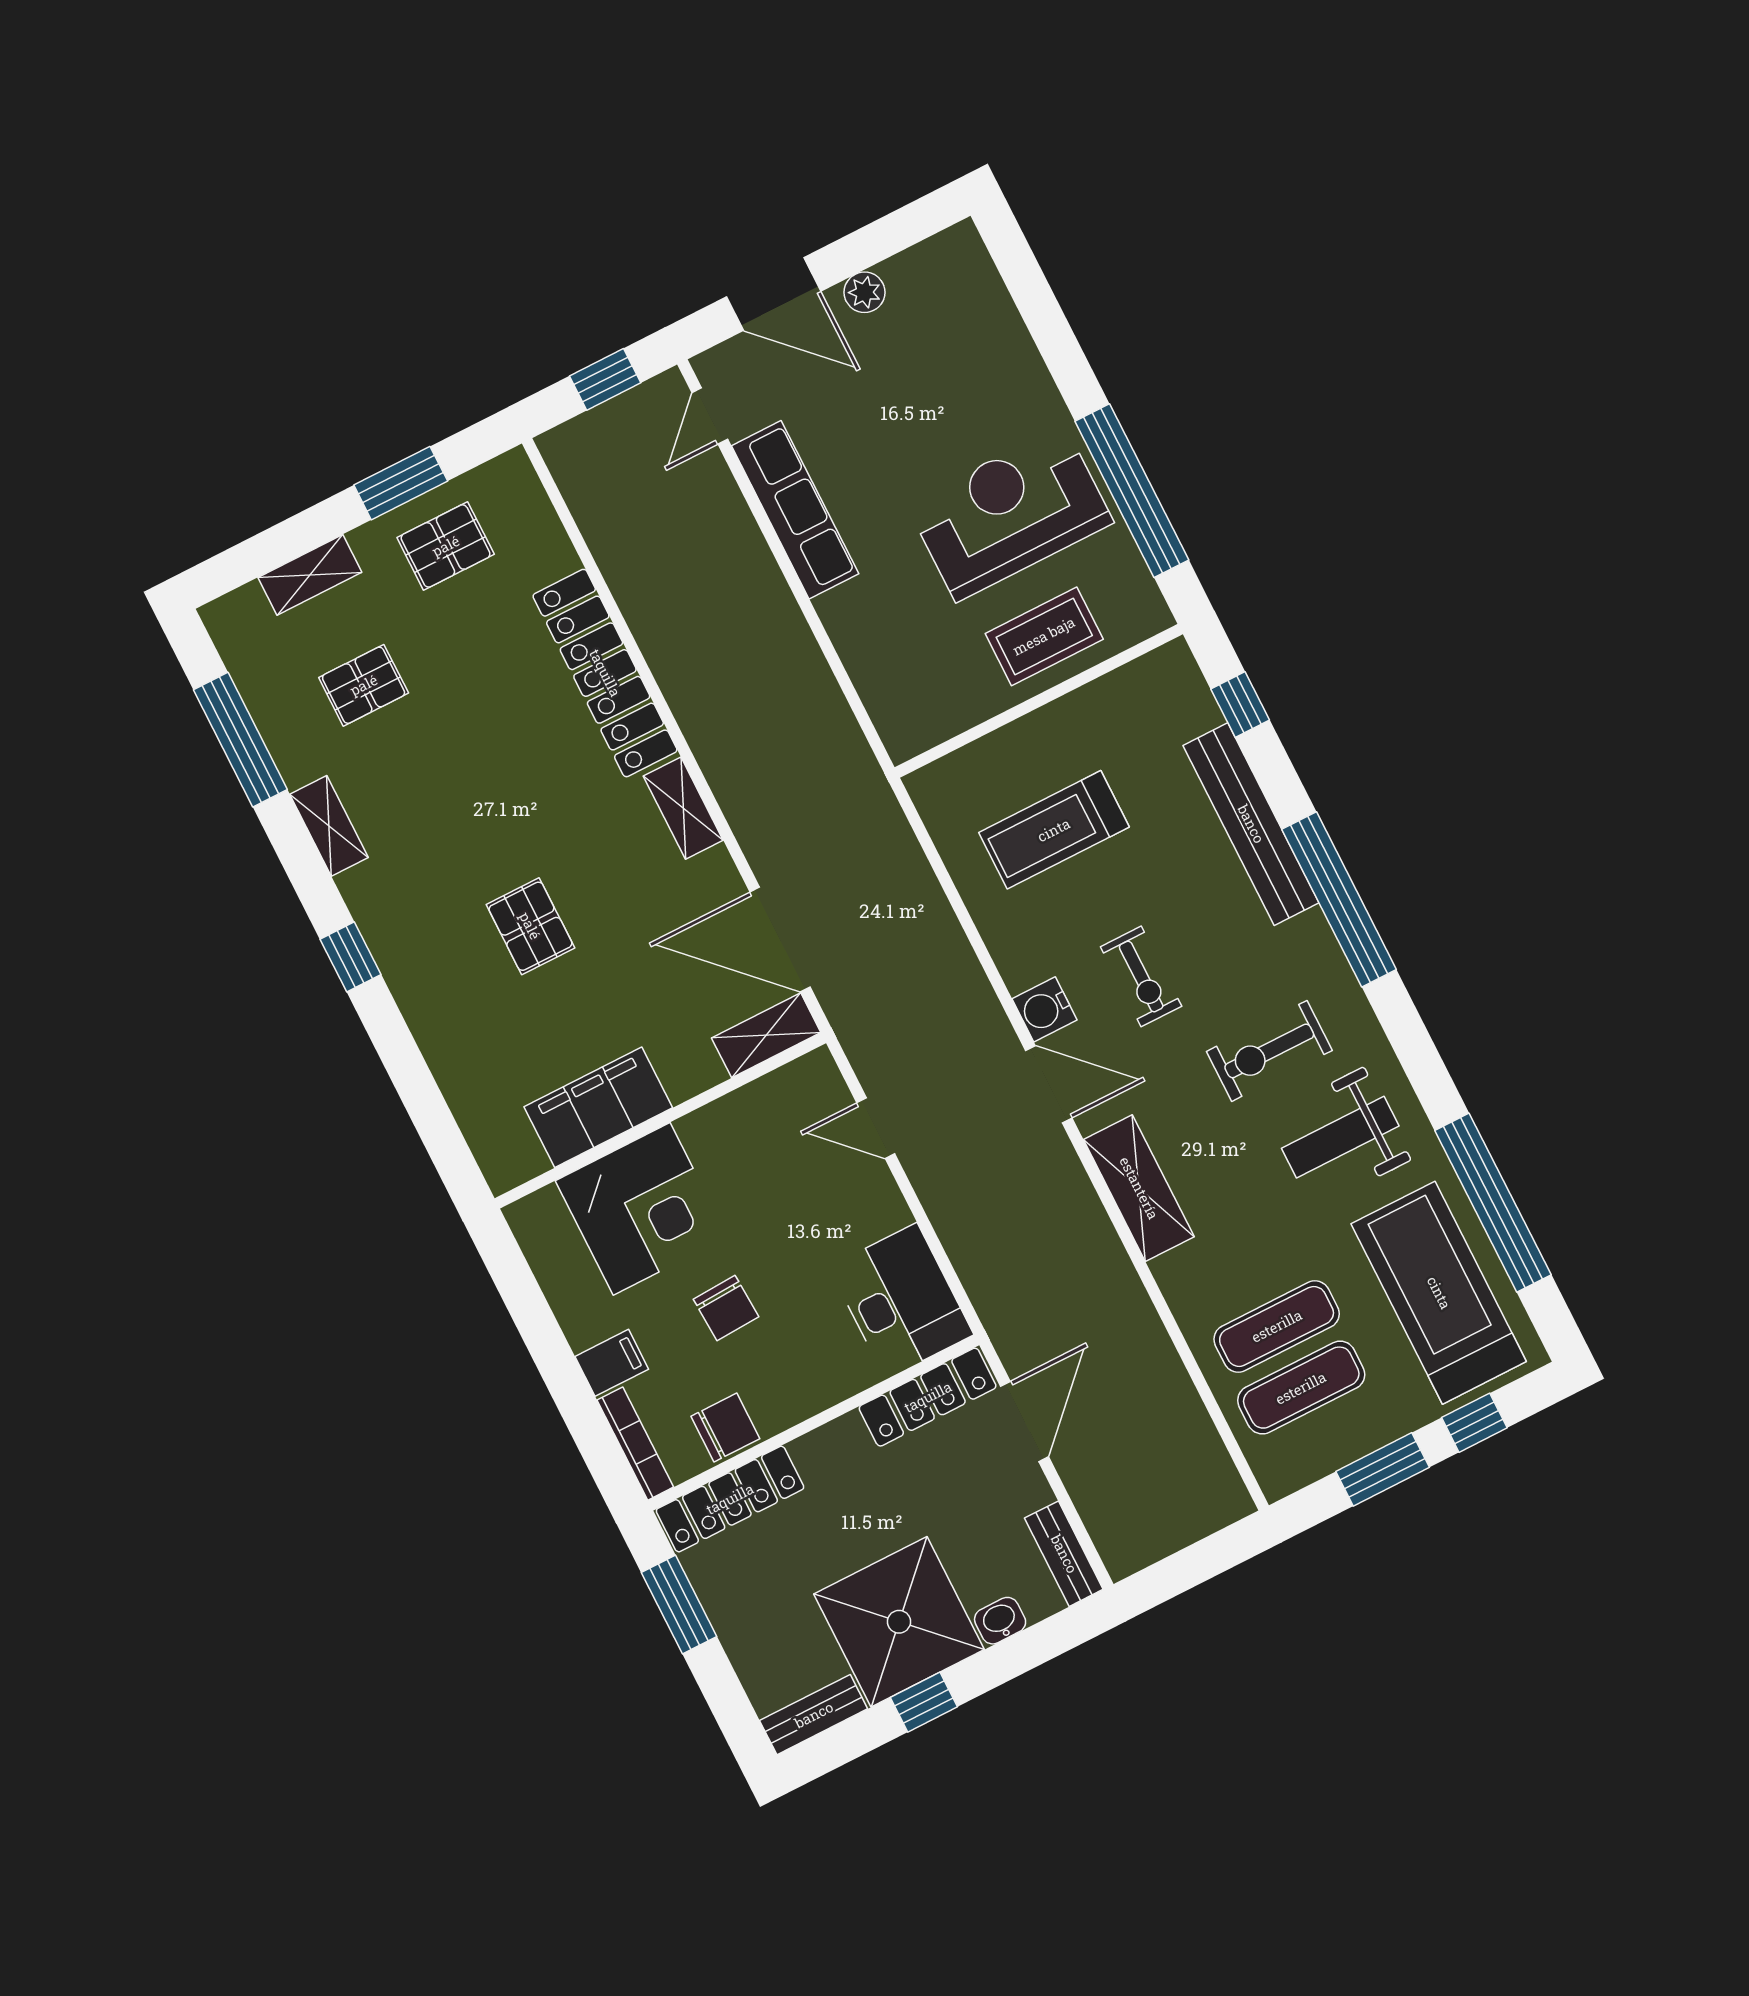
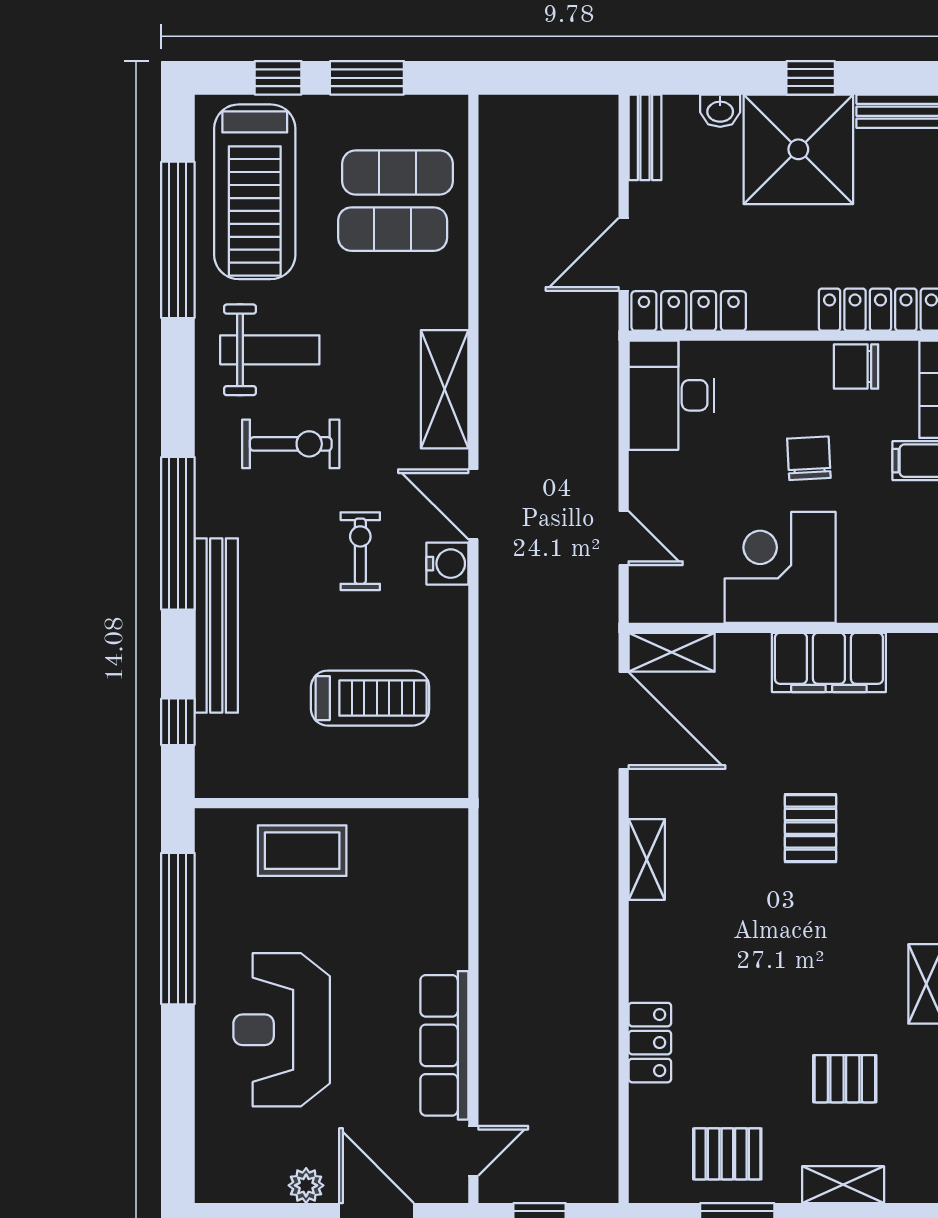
reception desk: (1010, 513) -> (282, 1030), moved, turned 90
locker: (605, 673) -> (650, 1043), width x0.46, depth x0.83
corner desk: (642, 1209) -> (780, 567), moved

